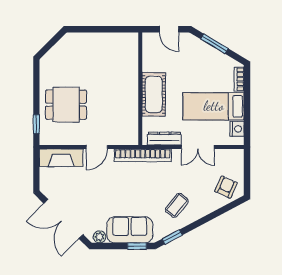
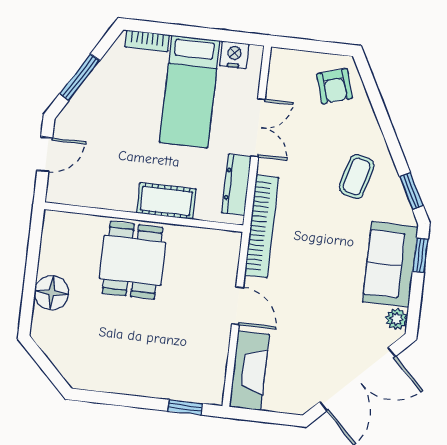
floor lamp: (92, 42) -> (52, 293), added
cot: (154, 94) -> (166, 201), width x0.73, depth x0.75
dining table: (66, 105) -> (132, 260), moved
armchair: (226, 187) -> (334, 86), turned -131
coffee table: (177, 205) -> (357, 176), turned 66

